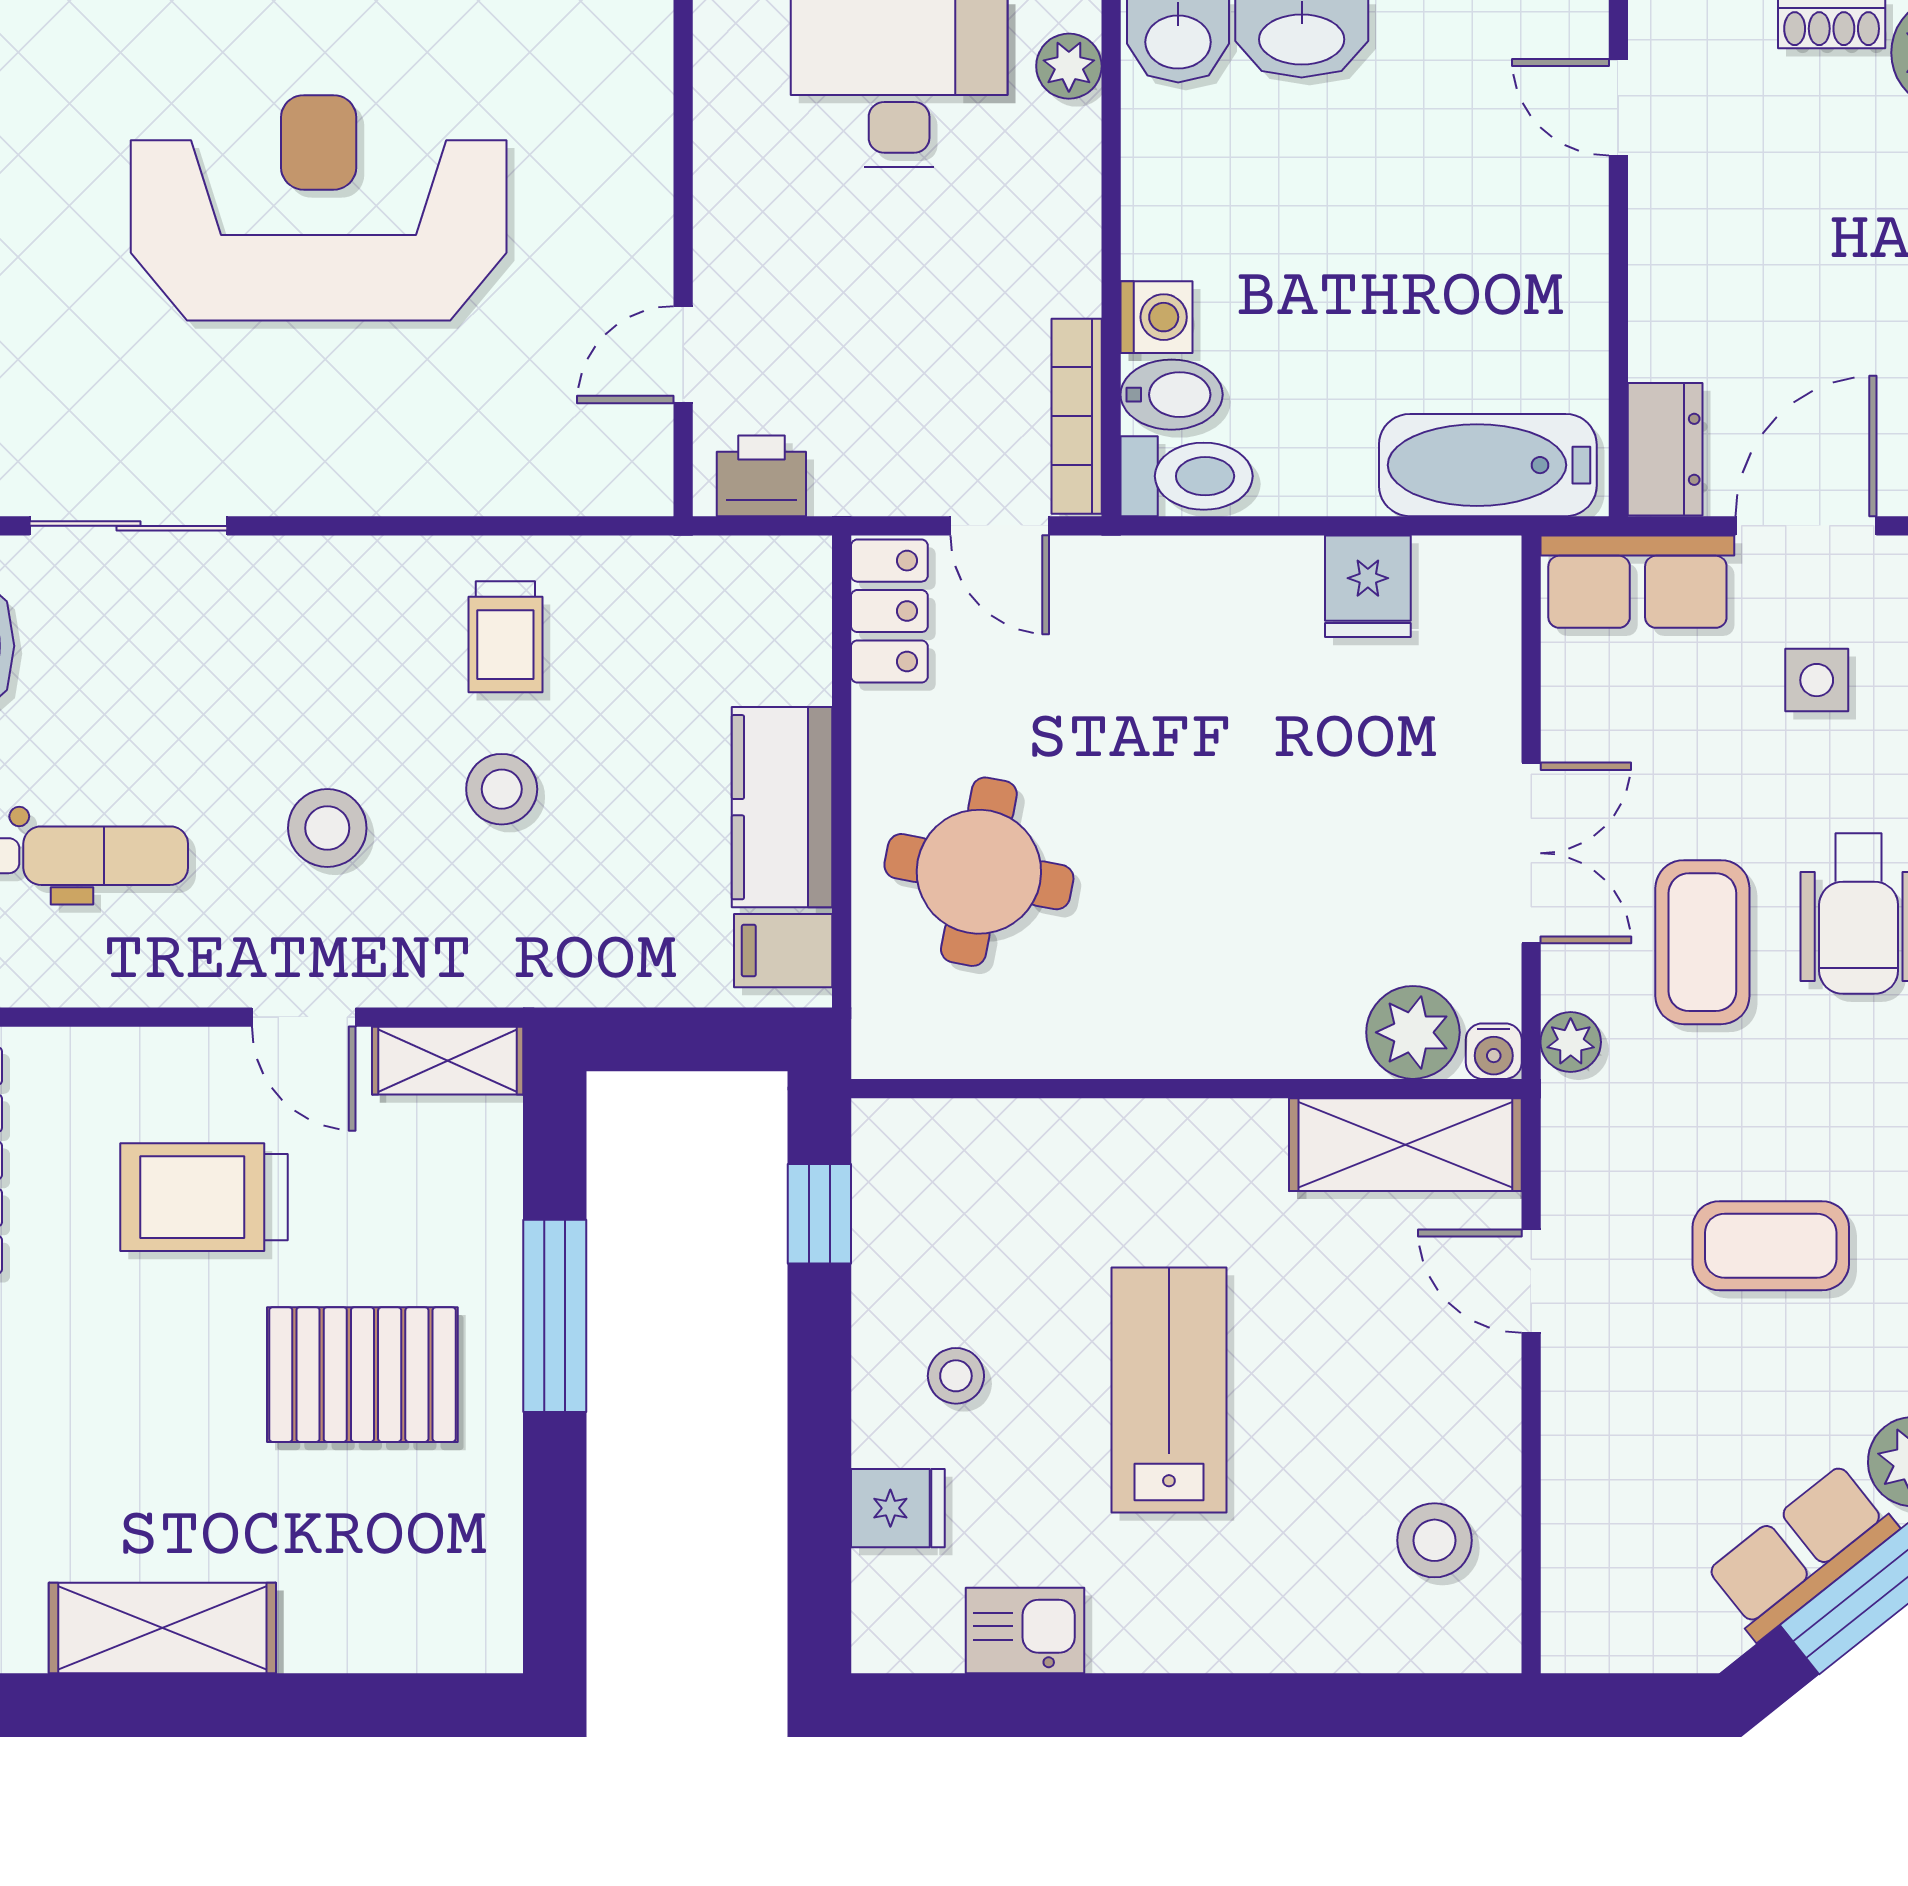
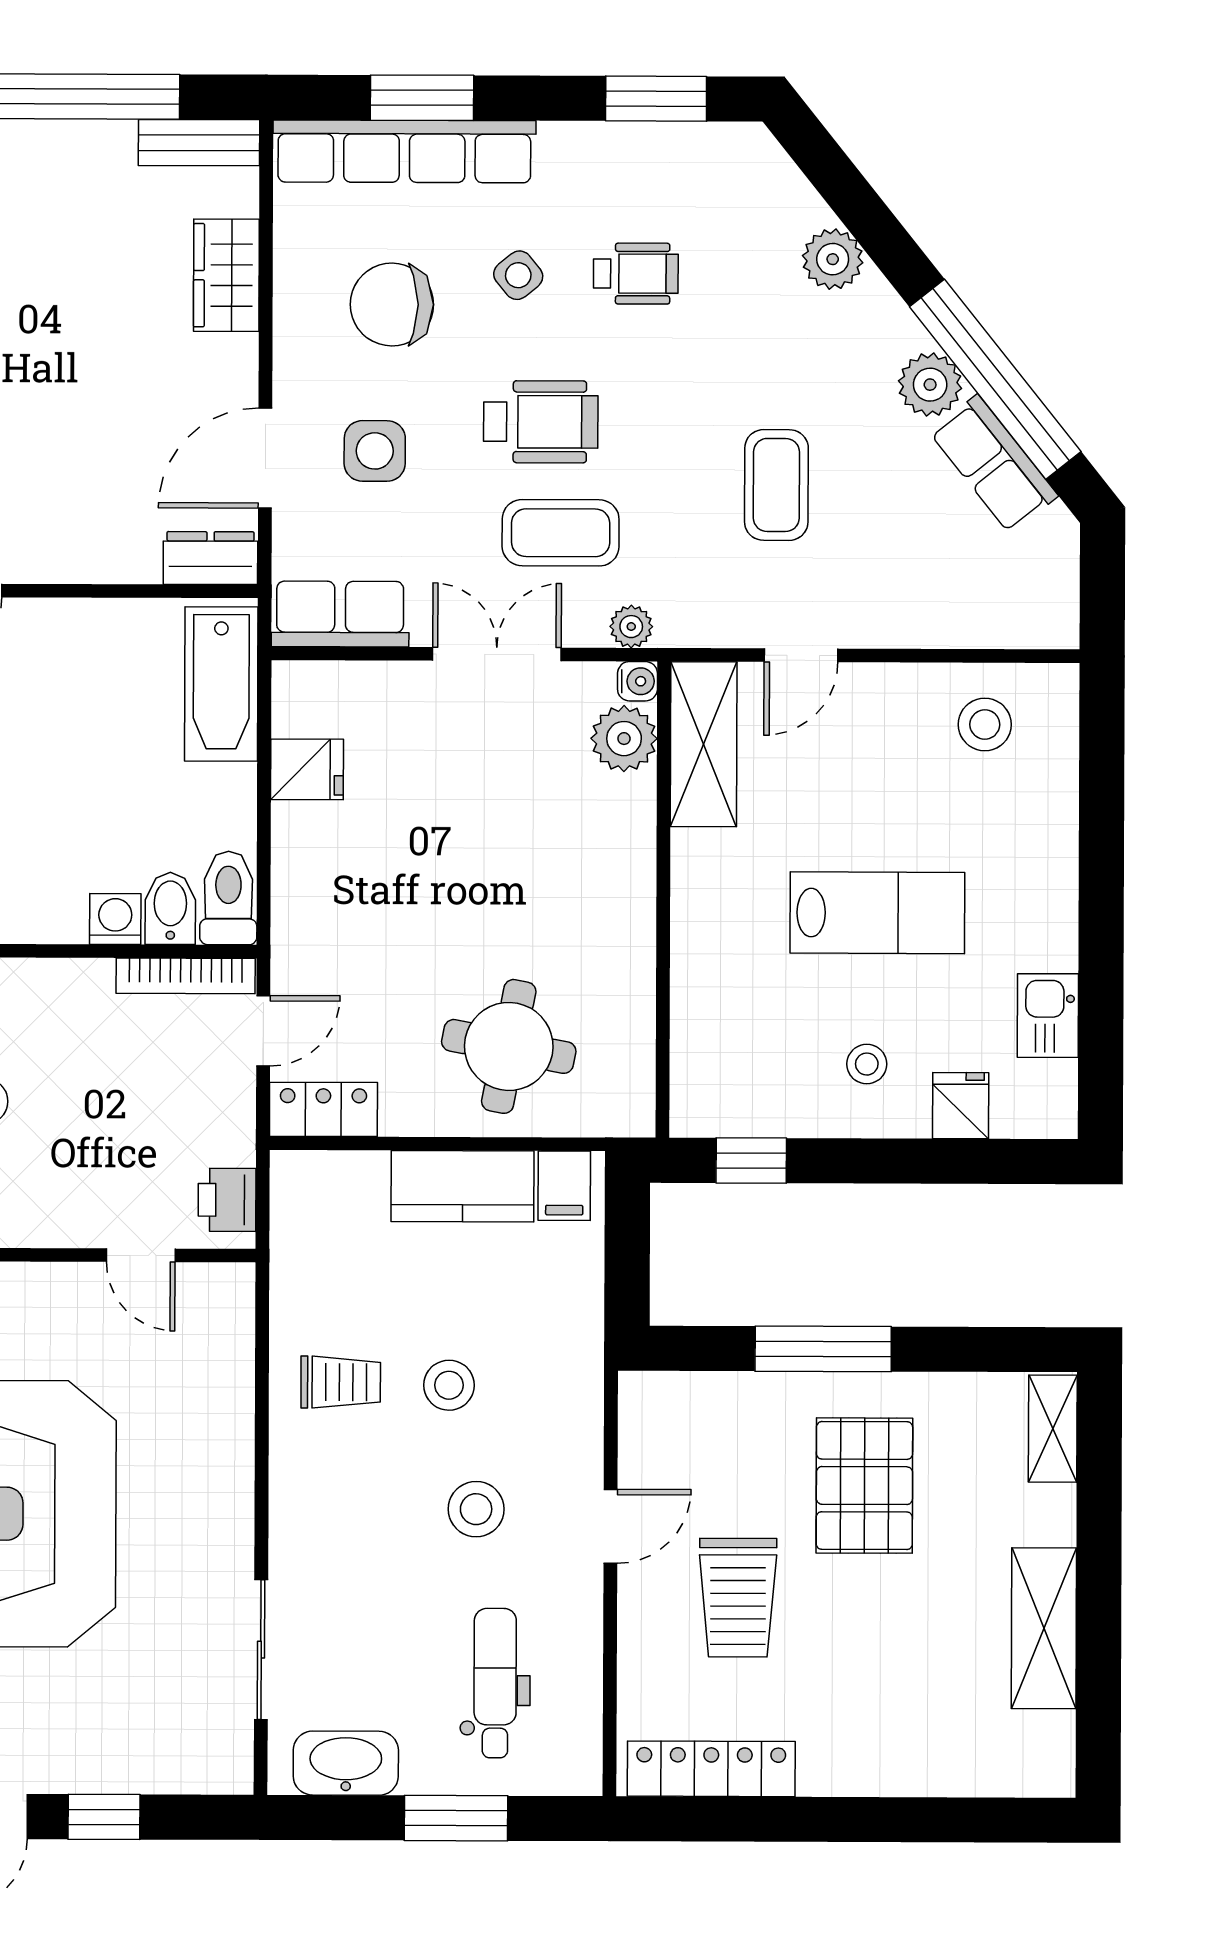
door: (1806, 526) -> (265, 458), hinge flipped
row of seats: (1637, 582) -> (340, 614), moved, turned -90
side table: (1817, 680) -> (375, 451), width x1.37, depth x1.37
shelving: (448, 1061) -> (1053, 1429), moved
lab bench: (1169, 1390) -> (877, 913), turned 180

